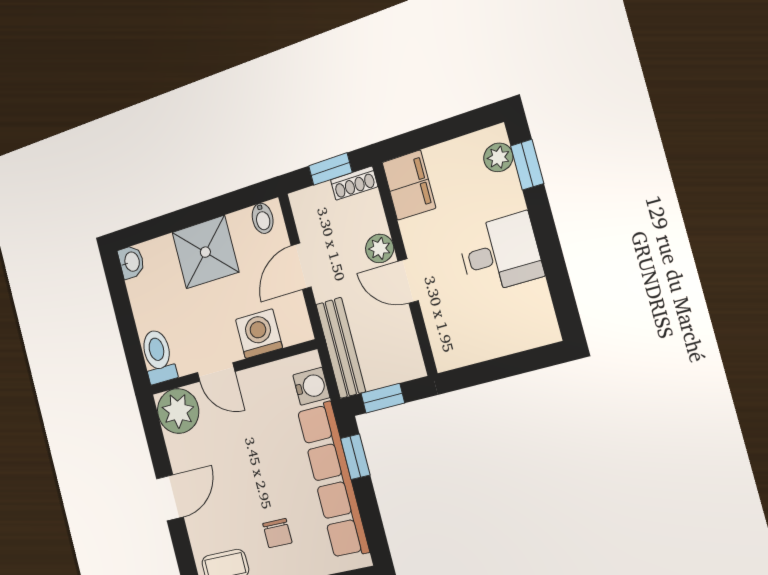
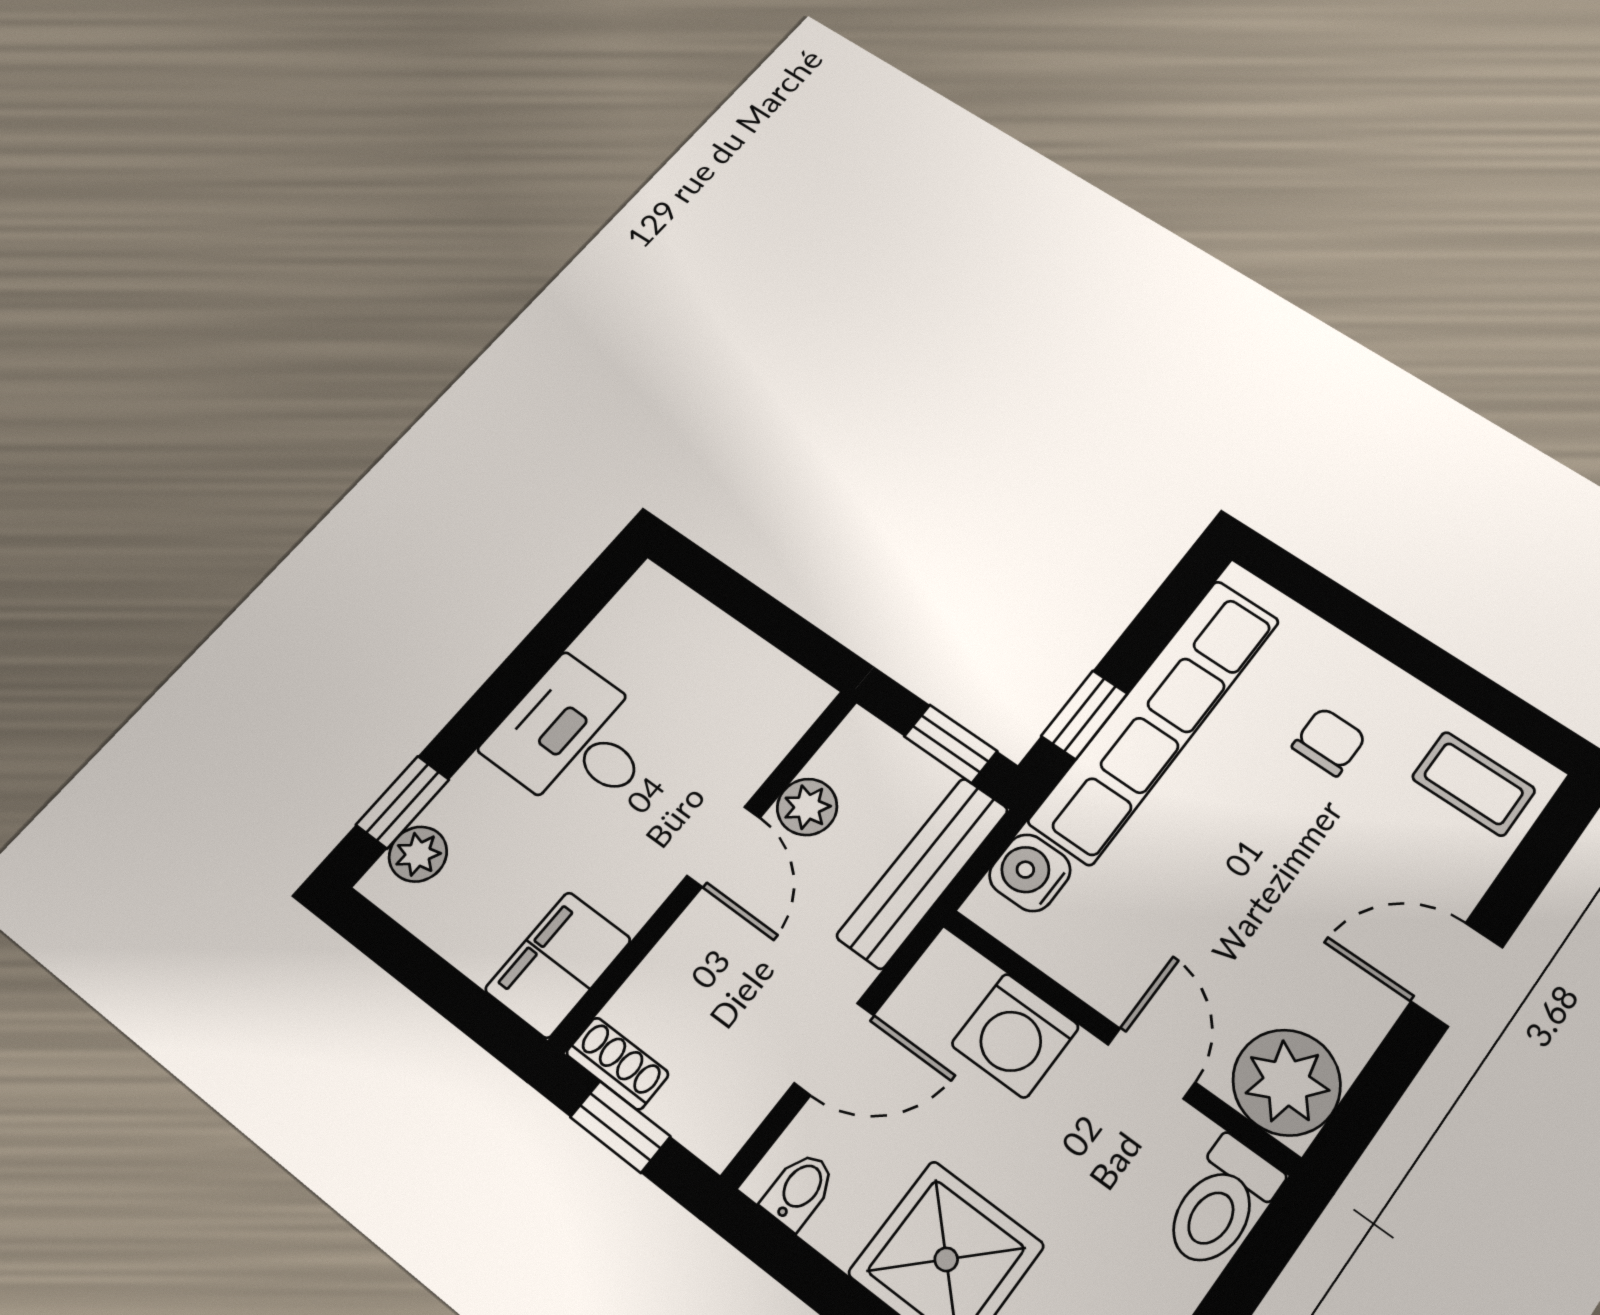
plant: (380, 248) -> (807, 807), moved

